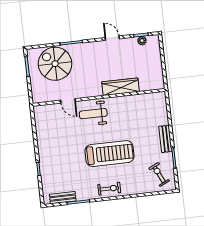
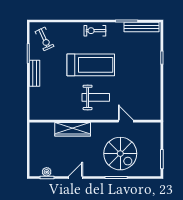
door: (112, 38) -> (75, 178), swing flipped
spiral stairs: (55, 64) -> (120, 154), moved
weight bench: (93, 114) -> (96, 97), moved
treadmill: (109, 154) -> (91, 65), turned 180
bench: (63, 198) -> (141, 27), width x1.36

